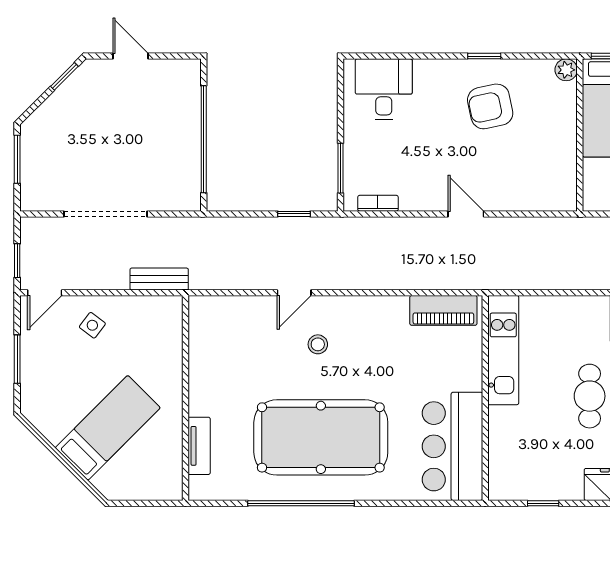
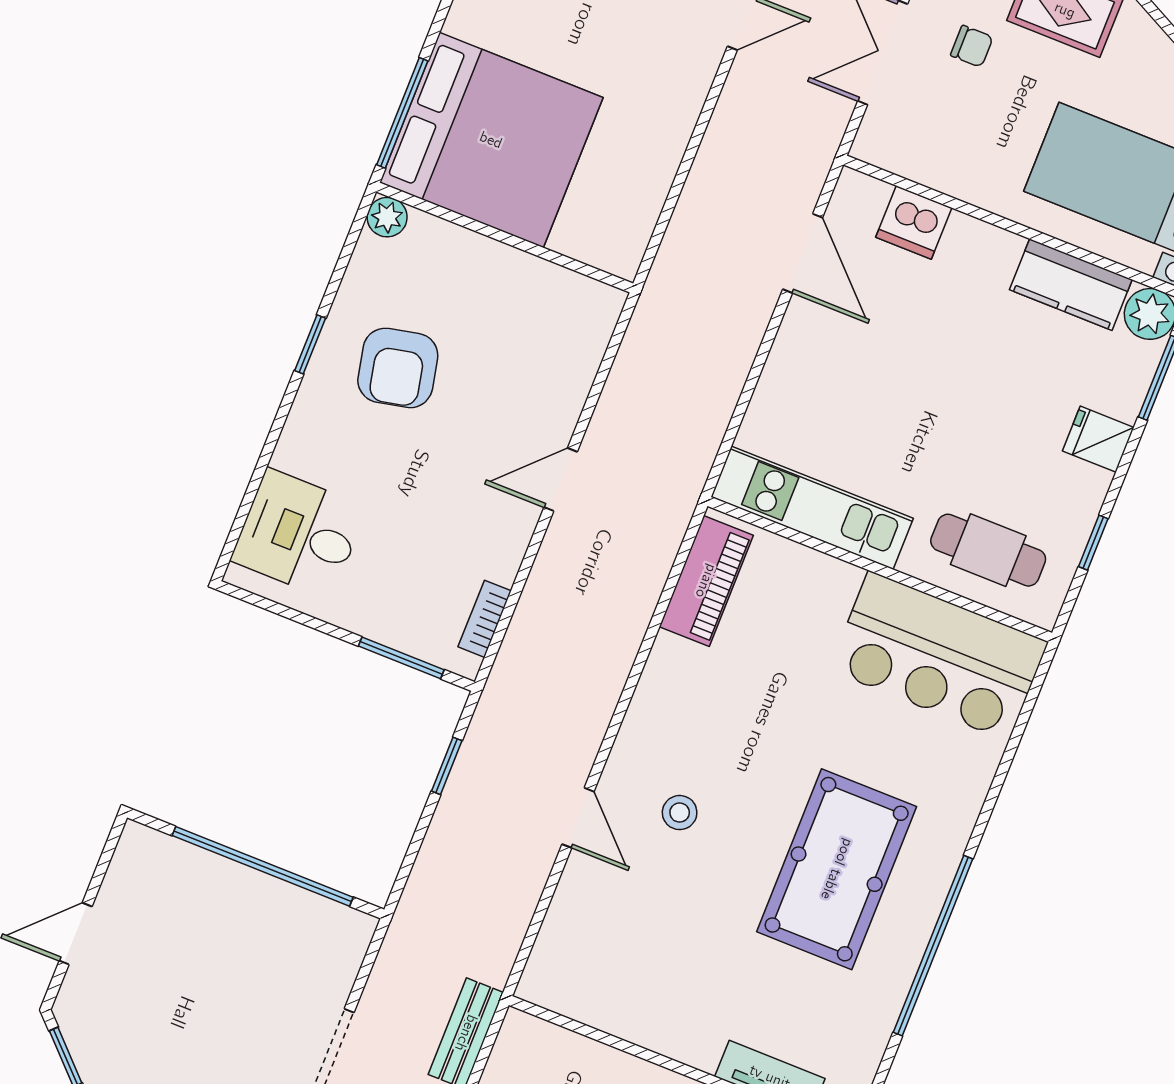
cafe table: (590, 396) -> (988, 550), moved
pool table: (321, 437) -> (837, 869), width x0.73, depth x0.76

